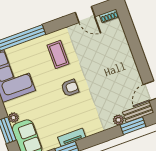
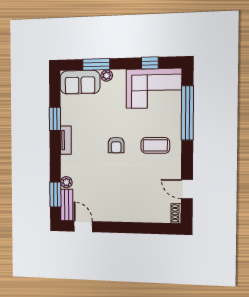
door: (85, 15) -> (187, 189), hinge flipped
tv unit: (72, 137) -> (66, 140), moved

